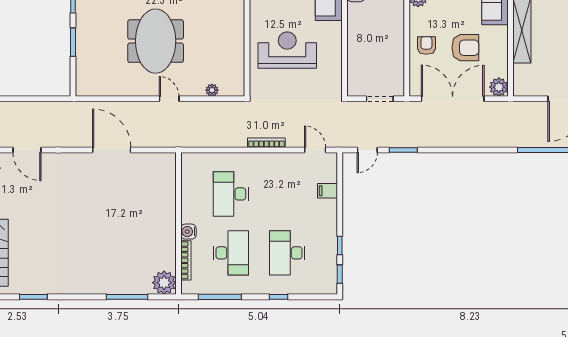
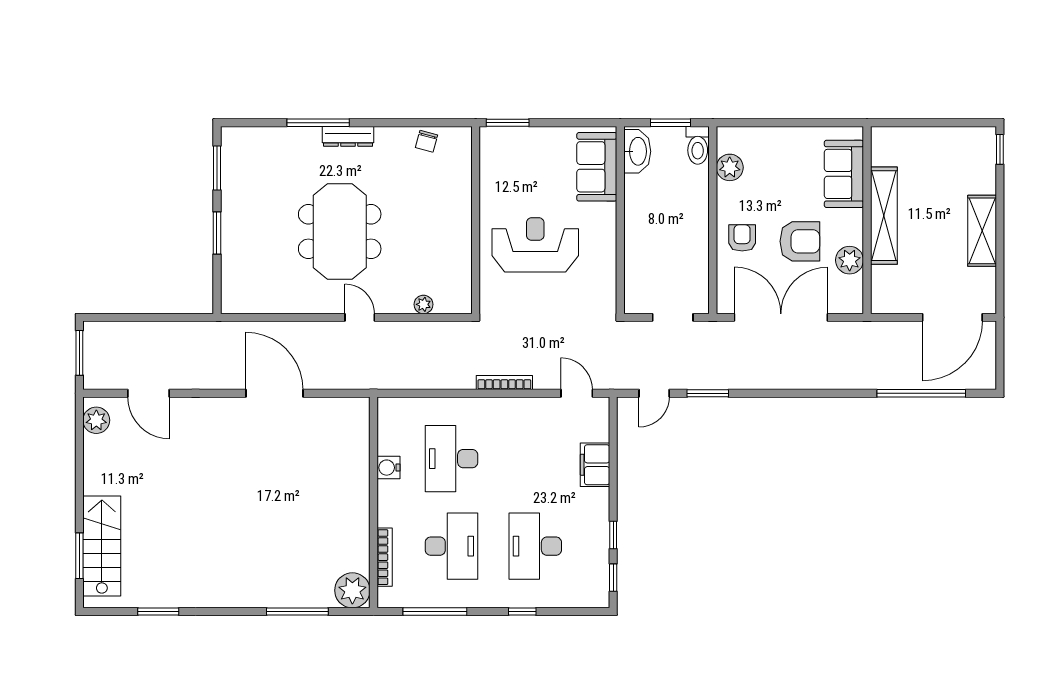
plant: (499, 87) -> (850, 260), moved
filing cabinet: (327, 191) -> (595, 465), width x2.00
water cooler: (188, 232) -> (388, 468), moved

